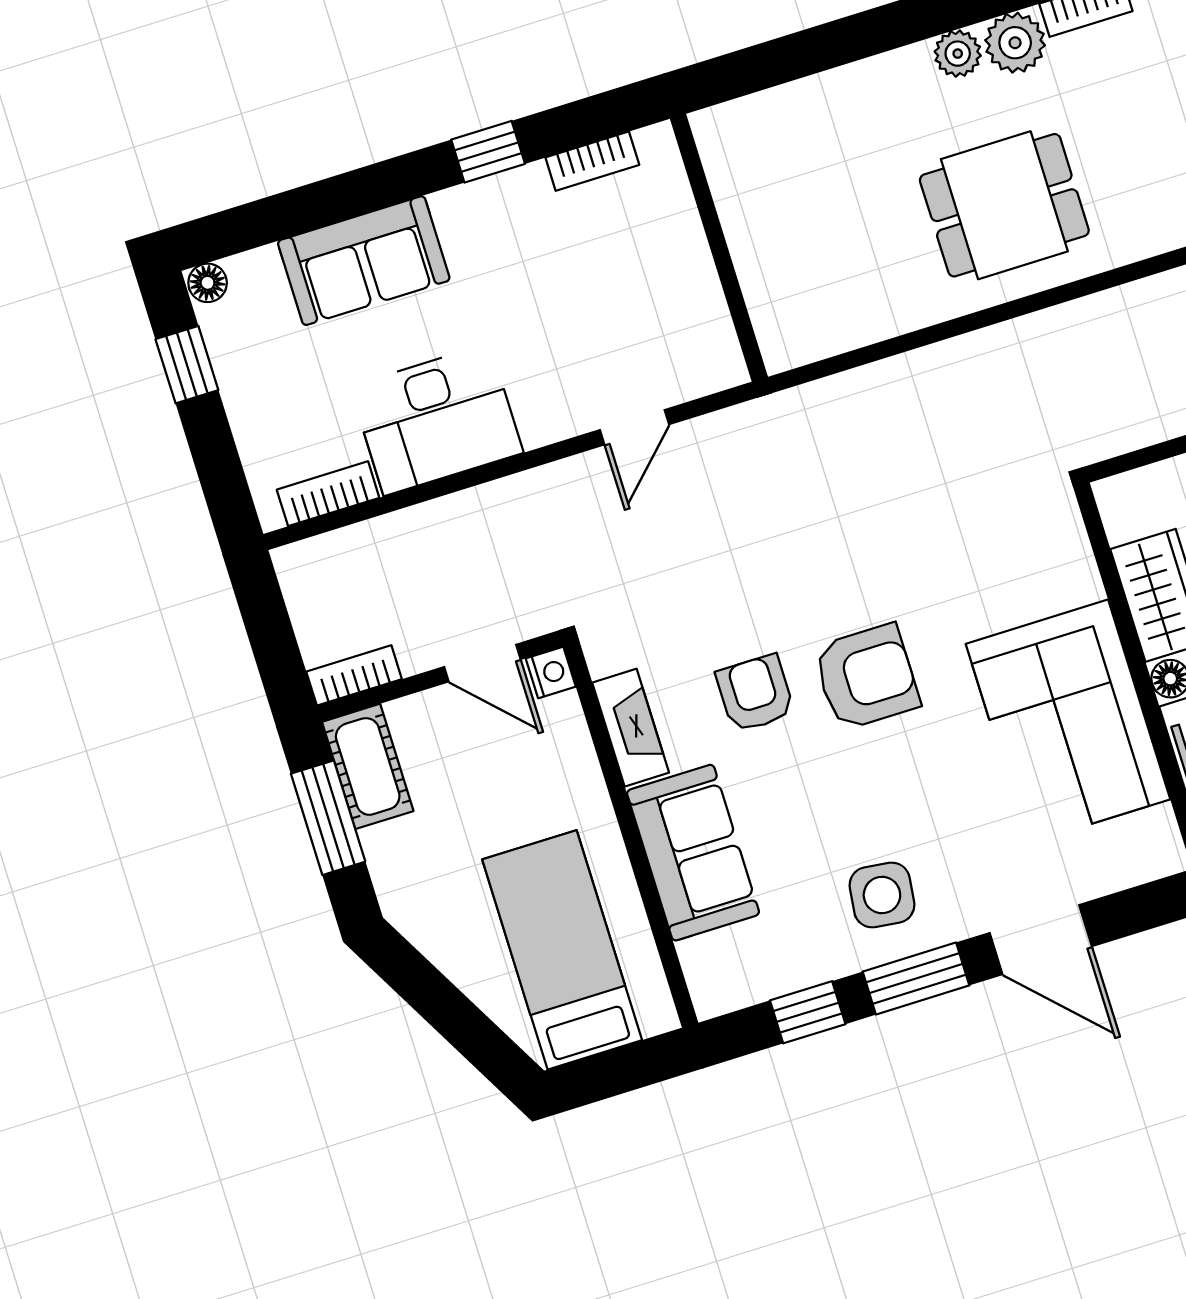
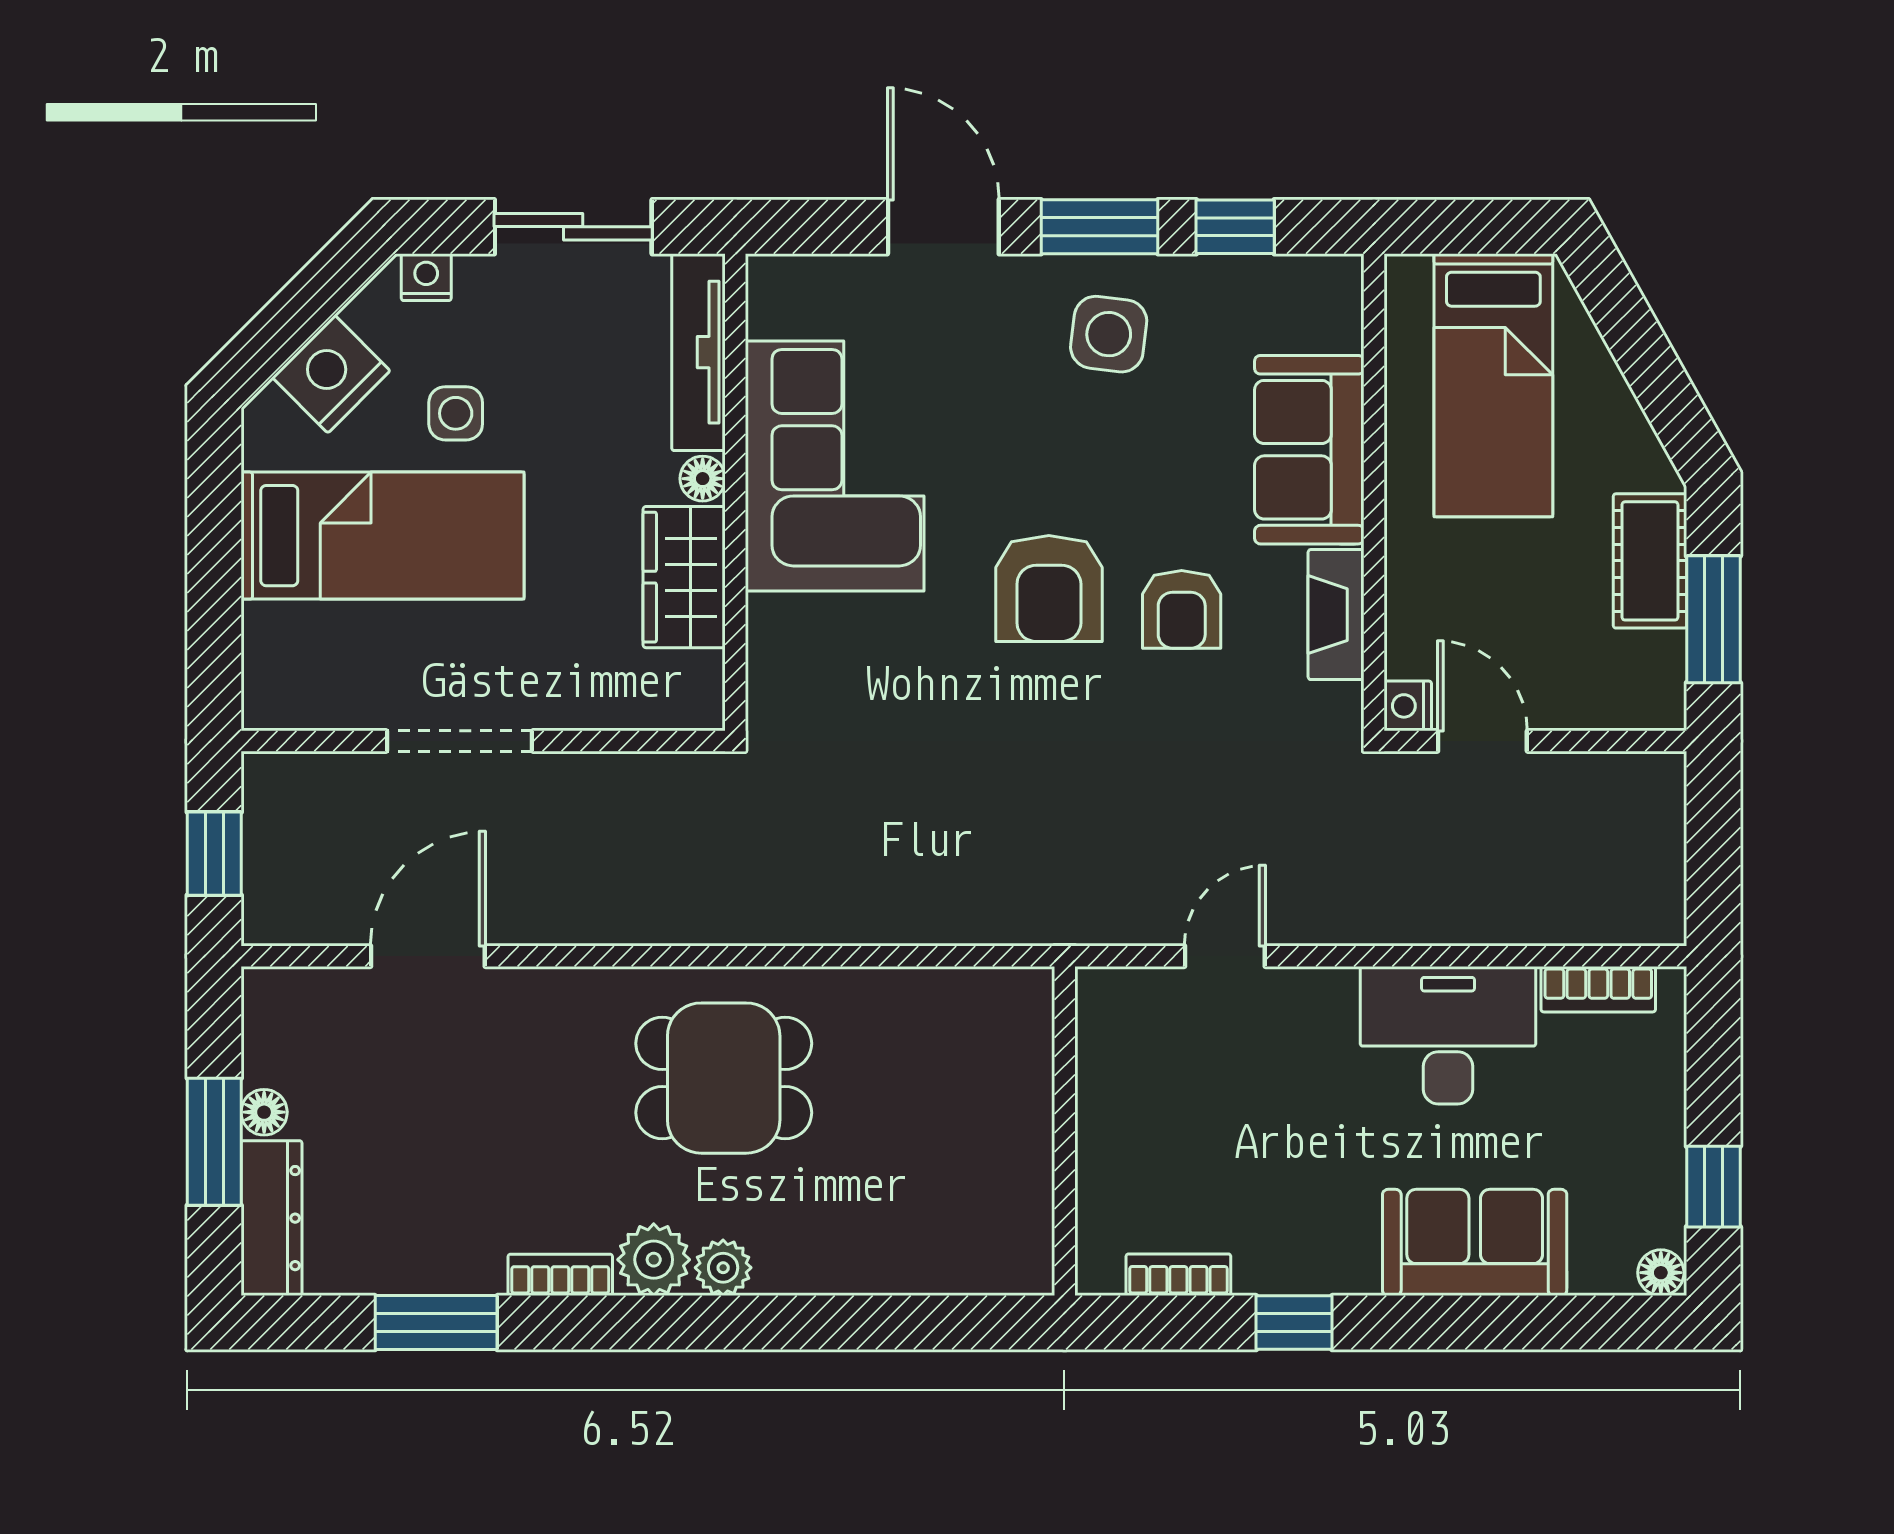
bookcase: (354, 675) -> (1633, 772), removed
armchair: (866, 677) -> (1049, 589), turned -90
cot: (368, 766) -> (1650, 561), moved

